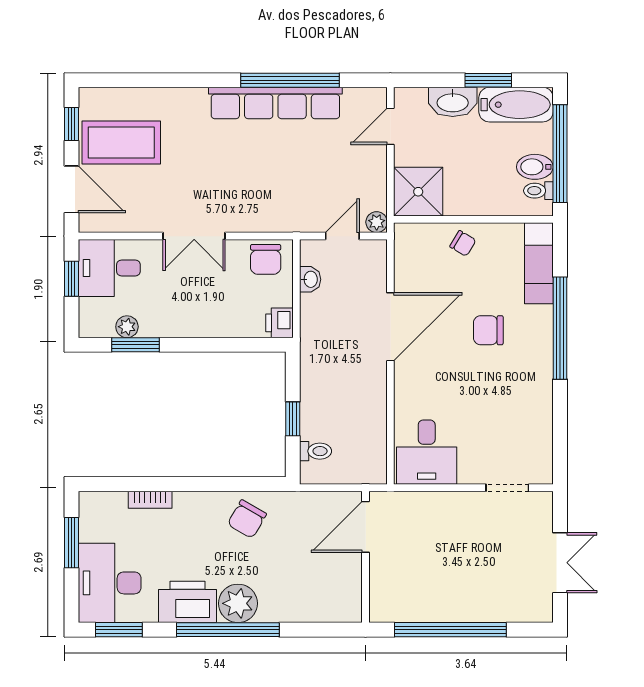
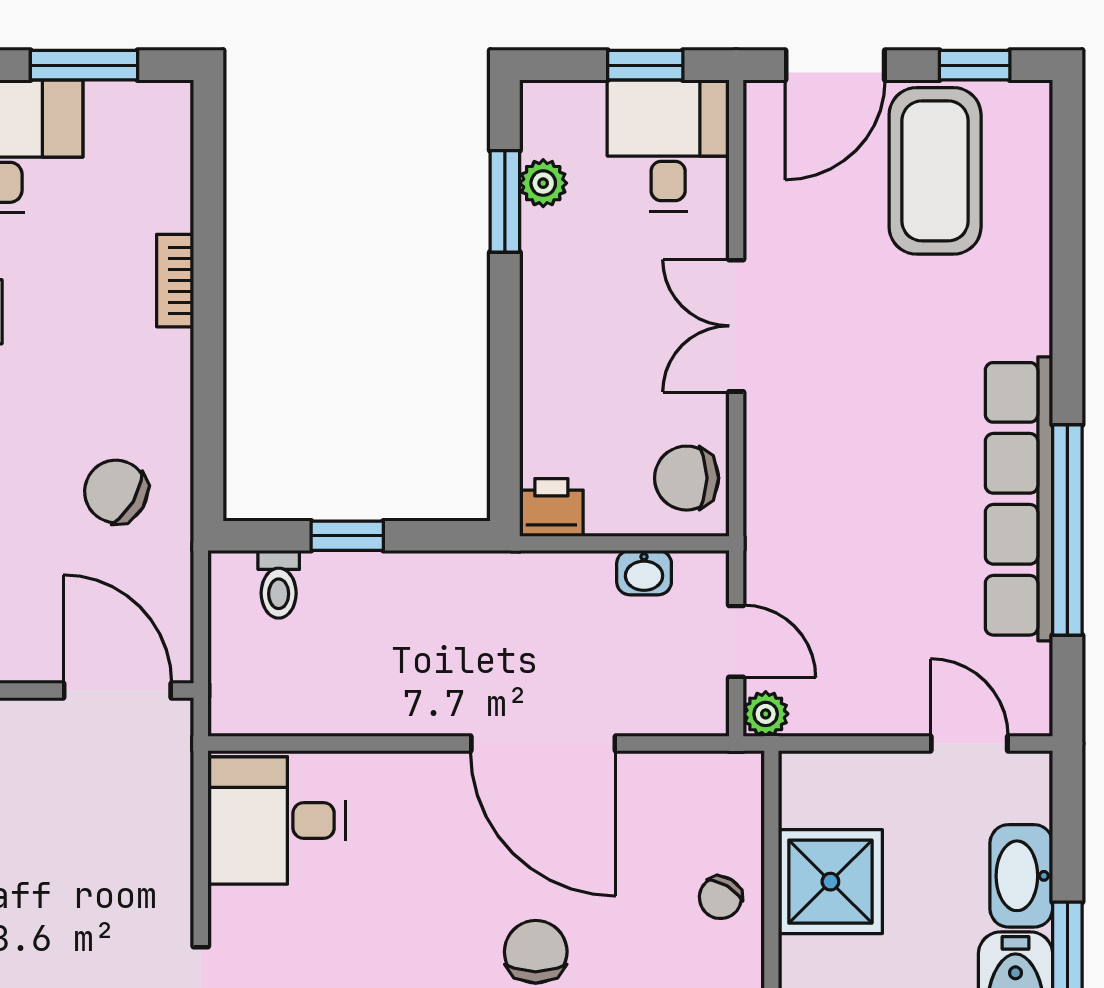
shower: (418, 192) -> (830, 882), moved
bookcase: (150, 500) -> (175, 281), moved
chair: (247, 519) -> (116, 491), moved

